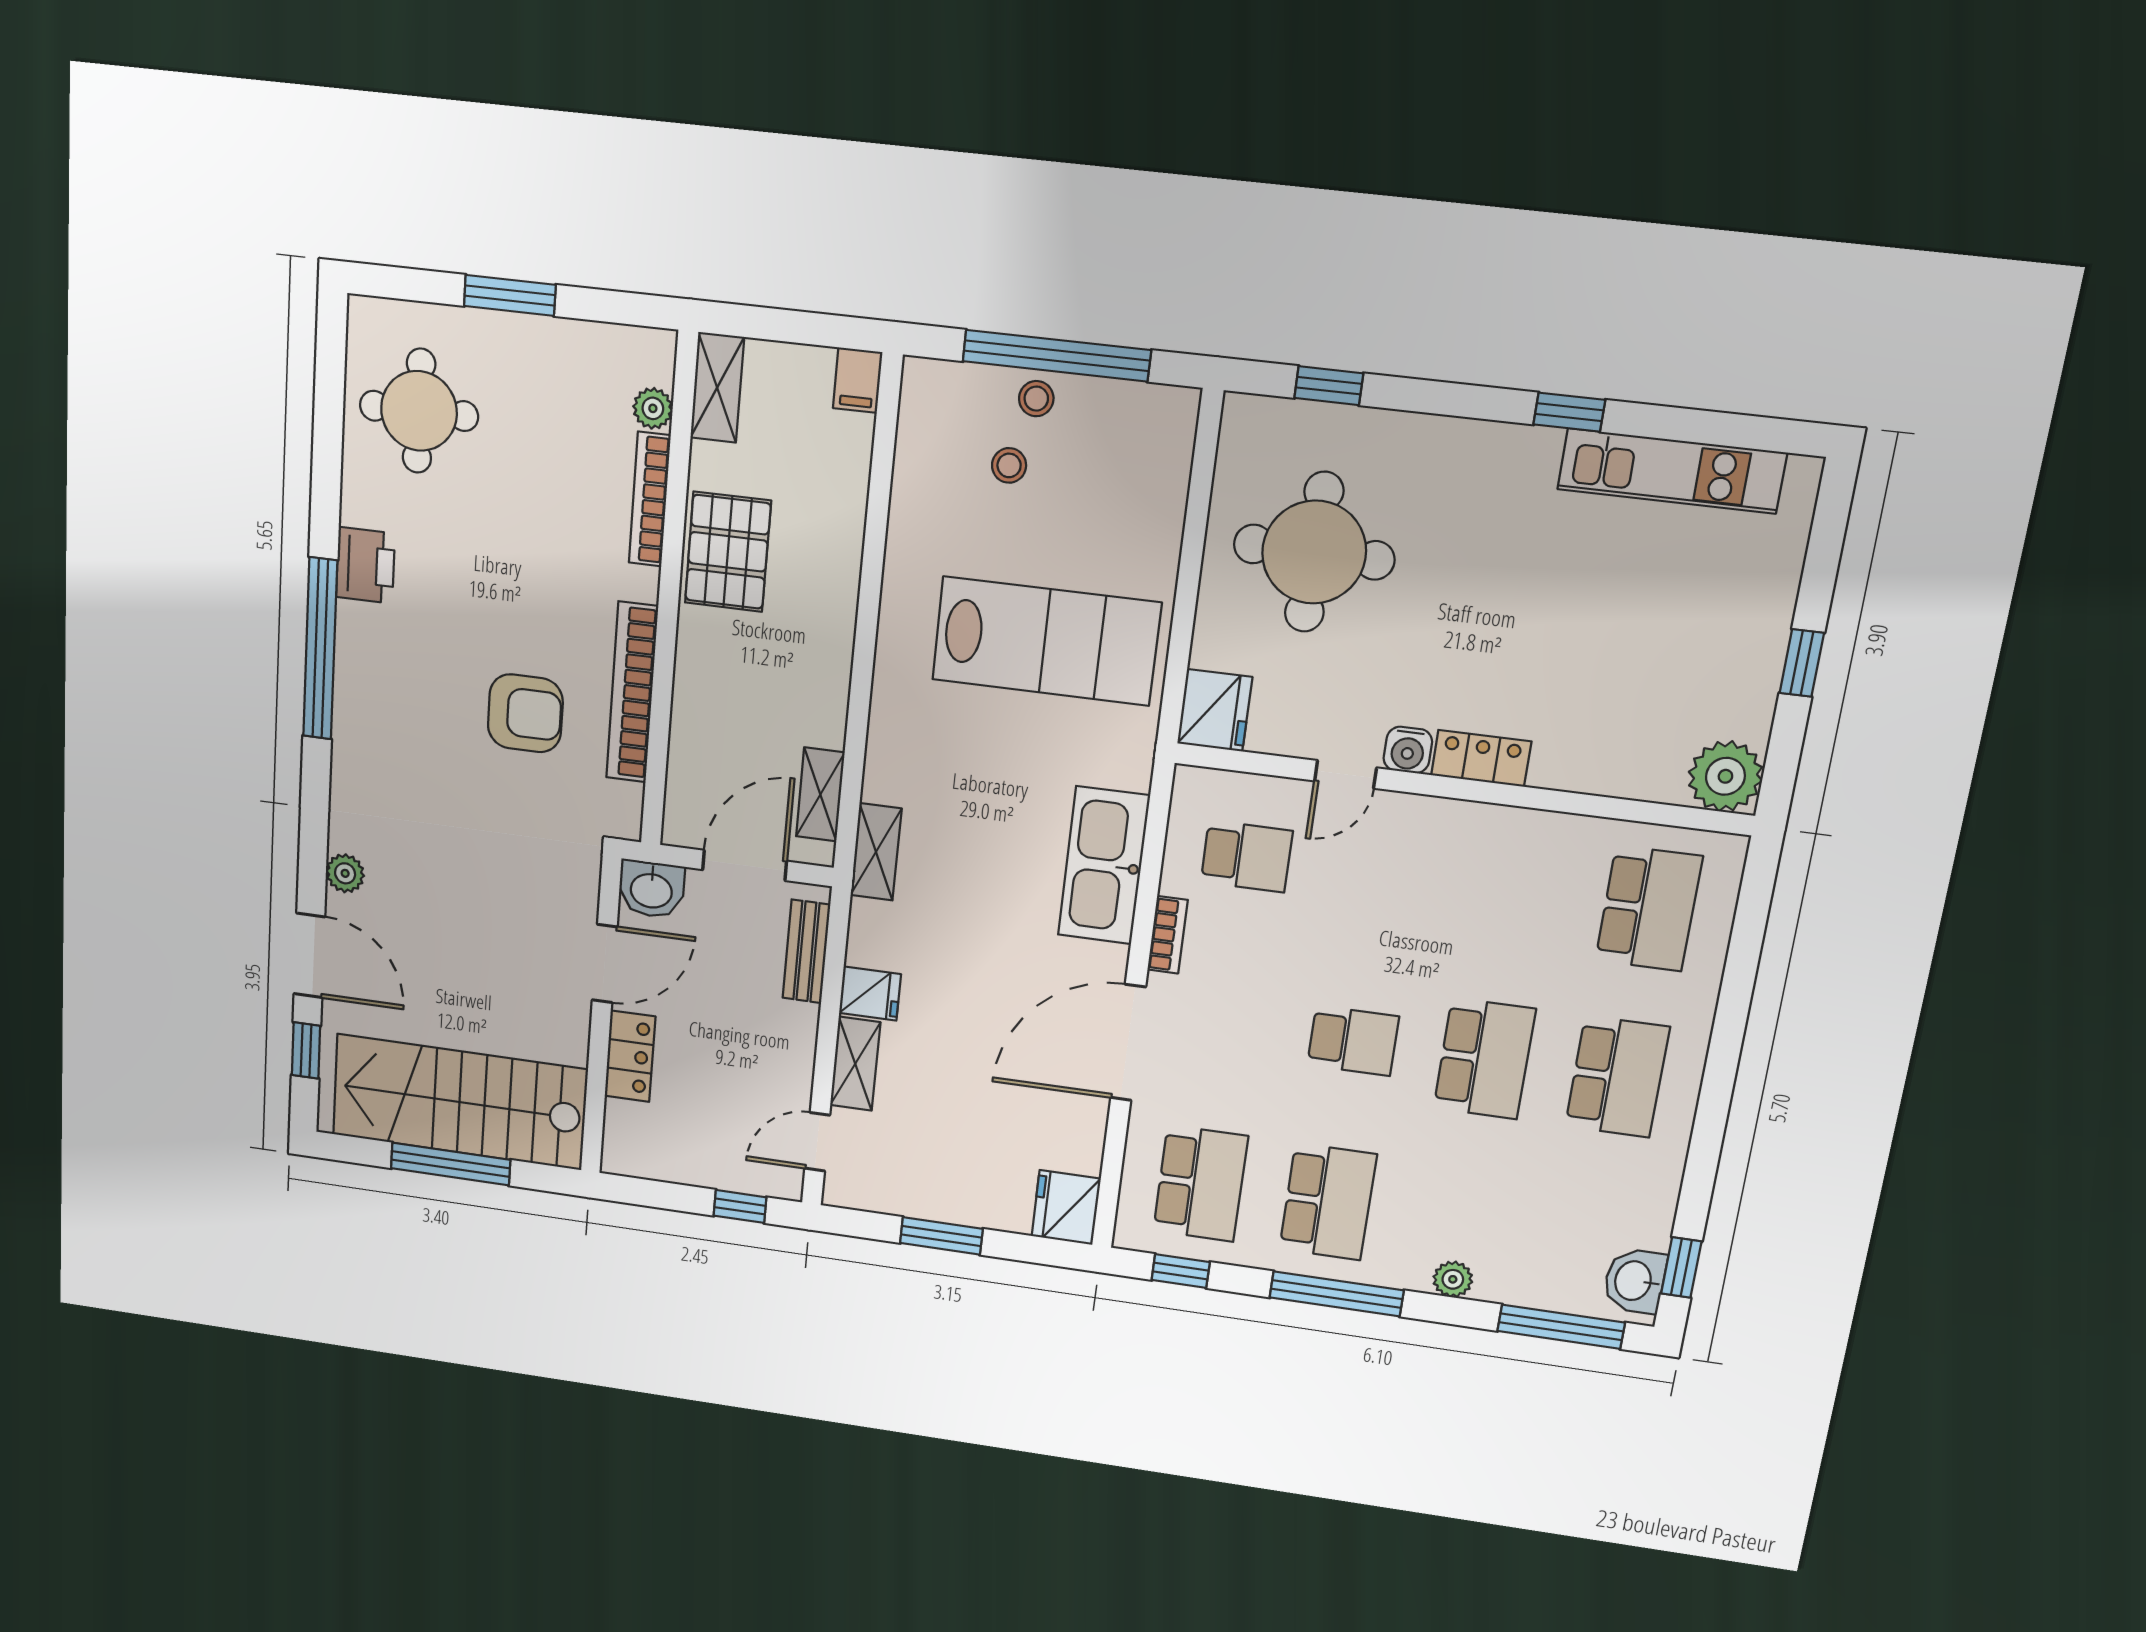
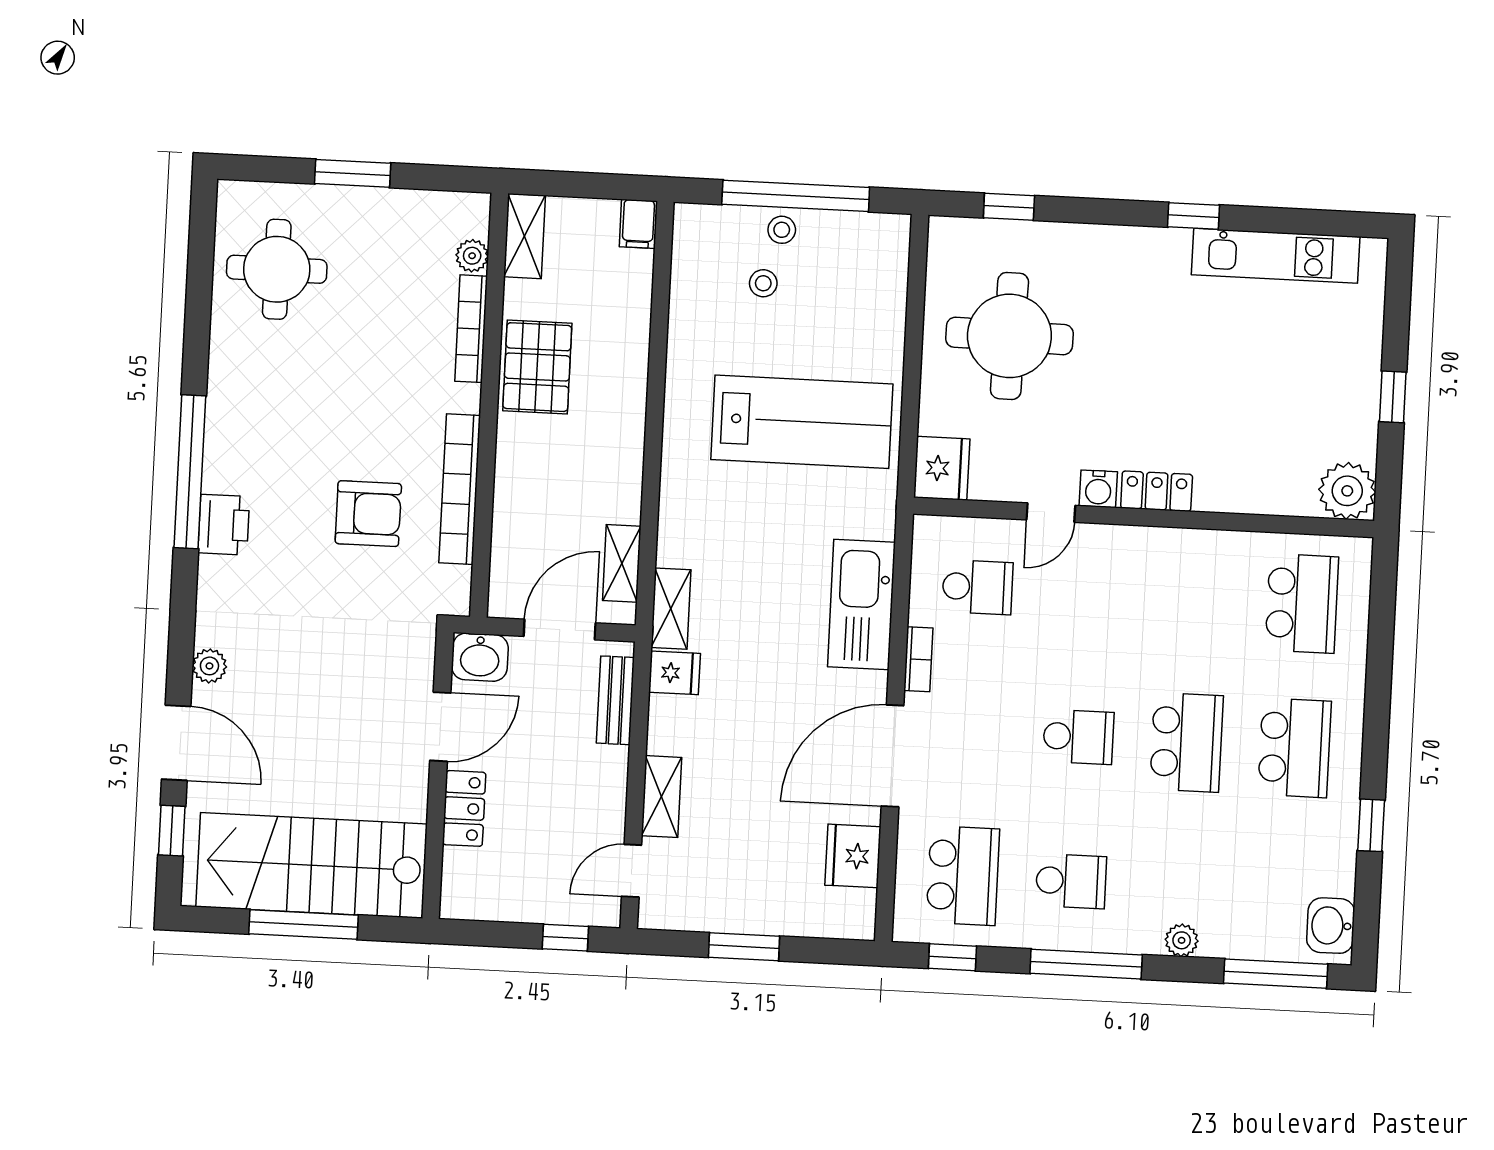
printer: (365, 565) -> (224, 525), moved
fridge: (870, 994) -> (674, 673), moved
school desk: (1328, 1202) -> (1071, 881), width x0.54
fridge: (1066, 1208) -> (853, 856), moved
window: (1681, 1267) -> (1371, 825), moved

